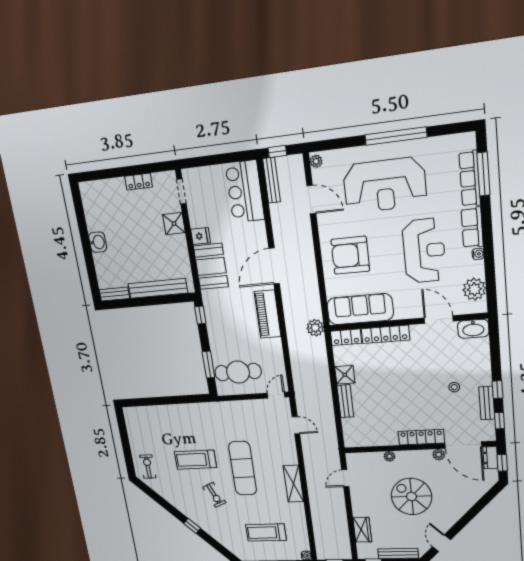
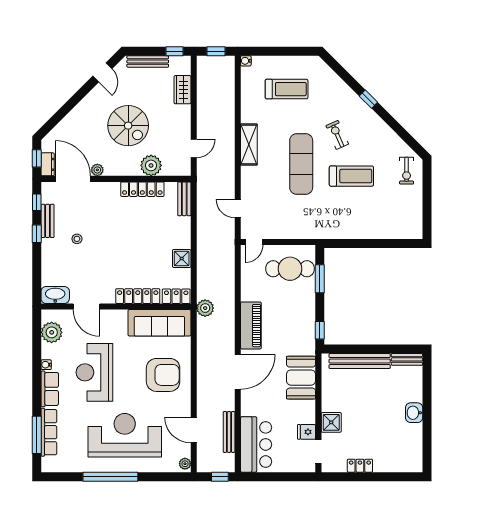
bench: (272, 180) -> (229, 432), moved
fridge: (201, 236) -> (307, 432), moved
bench: (345, 401) -> (184, 199), moved
locker: (421, 437) -> (142, 189), moved
plant: (389, 456) -> (151, 165), width x1.87, depth x1.87

